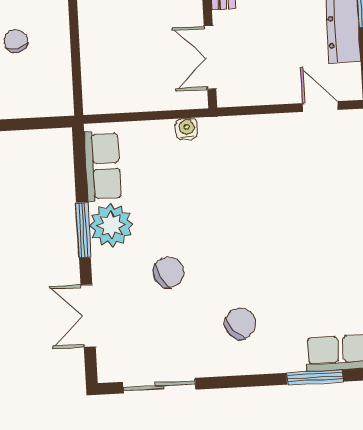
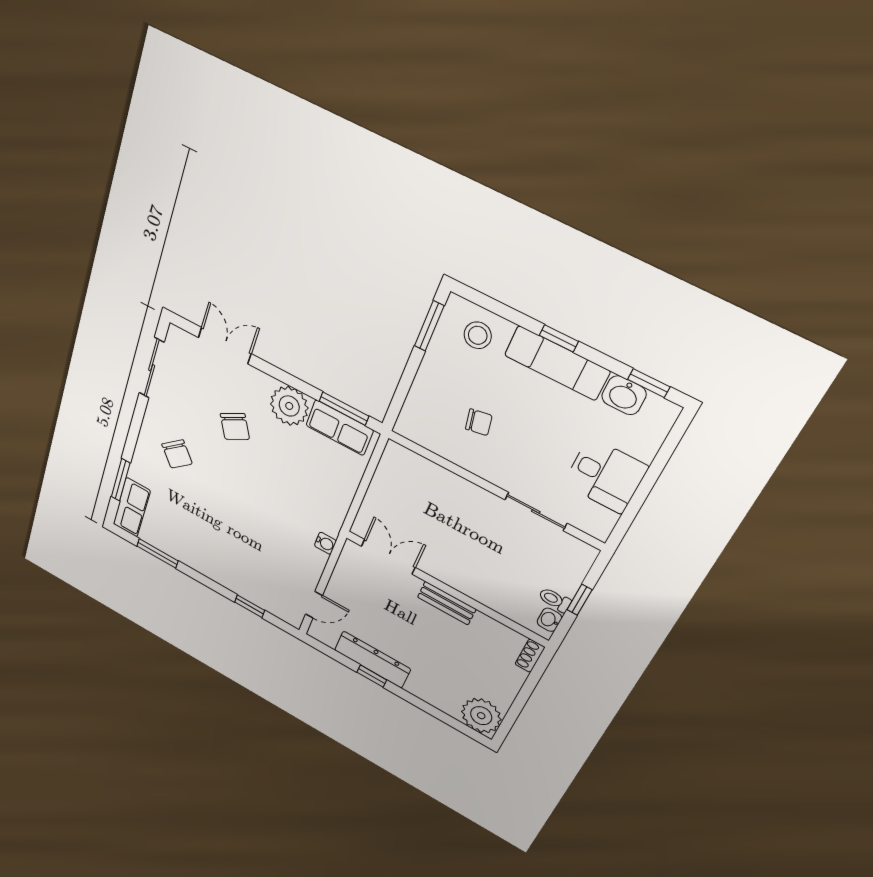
water cooler: (187, 129) -> (325, 543), moved
window: (83, 230) -> (344, 409), moved

